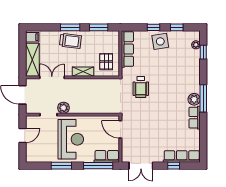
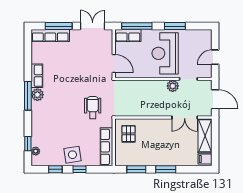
trolley: (70, 41) -> (166, 155), removed
shelving: (83, 72) -> (153, 123), removed
window: (174, 166) -> (59, 26), width x2.17

